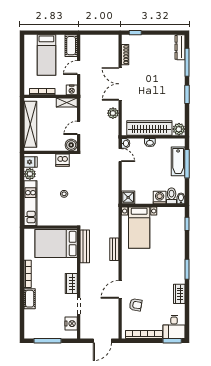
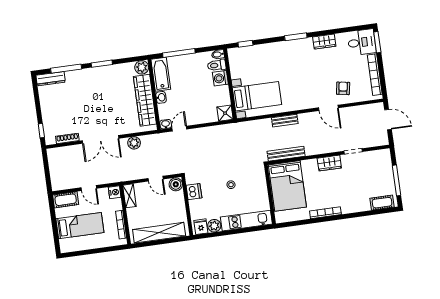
bathtub: (178, 161) -> (161, 74), moved, turned -90
cot: (30, 299) -> (382, 203), moved
nightstand: (71, 324) -> (374, 157), removed

